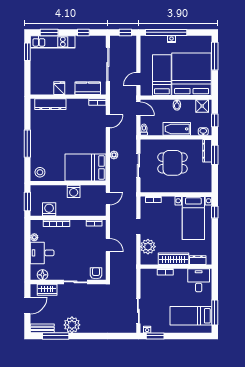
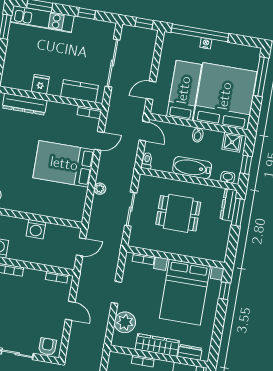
bed: (85, 167) -> (64, 164), moved
bed with nightstands: (193, 218) -> (185, 292), width x1.36

